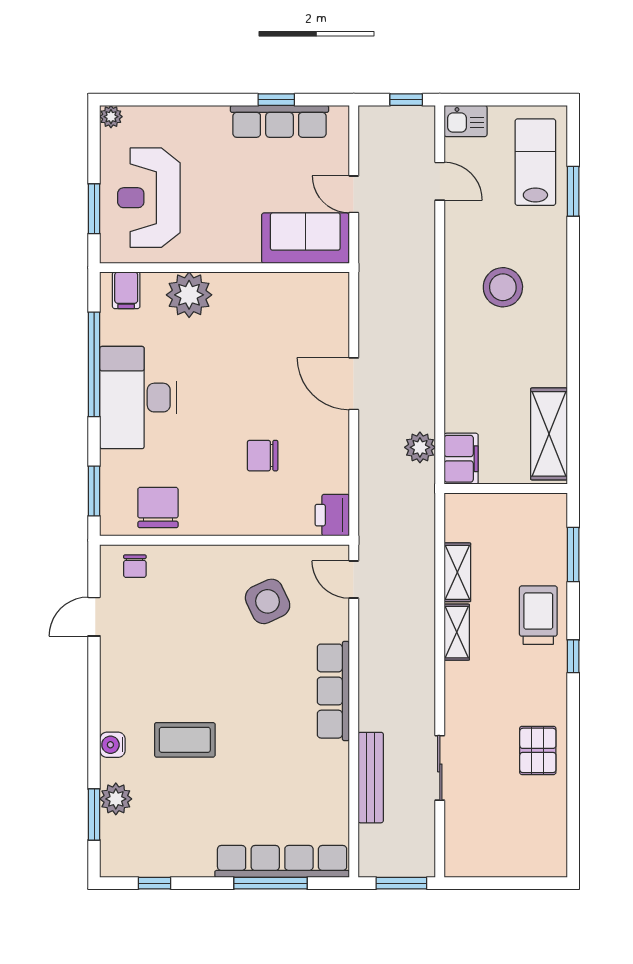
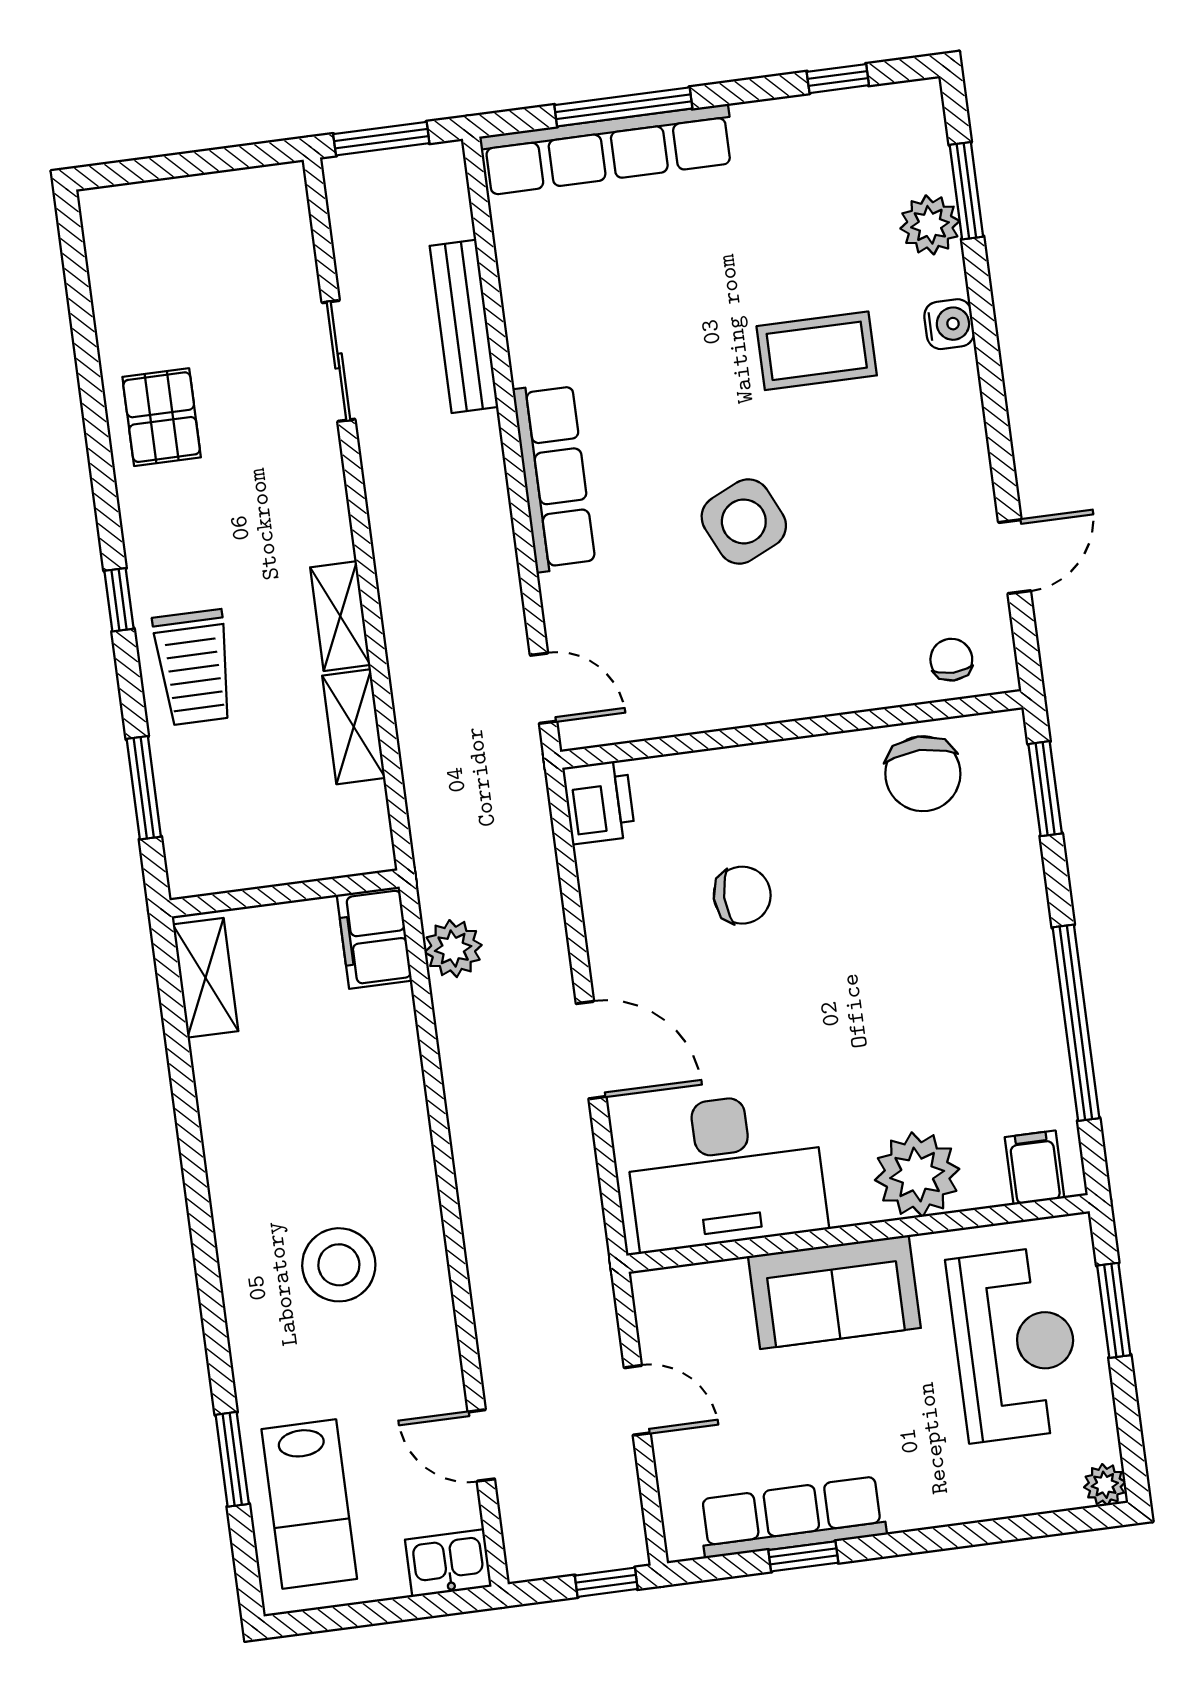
window: (406, 100) -> (606, 1582), moved
sofa: (305, 238) -> (834, 1292), moved
desk: (138, 398) -> (725, 1171), moved, turned 90
shelving: (549, 434) -> (205, 978), width x0.67, depth x0.75
side table: (268, 601) -> (744, 521), moved

